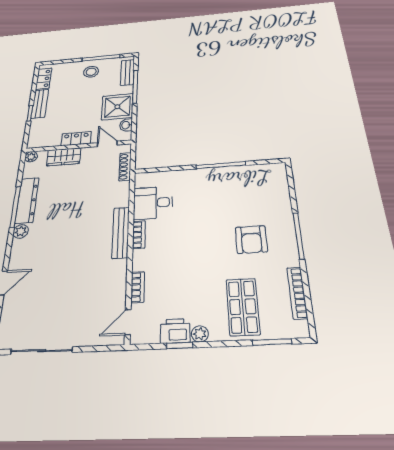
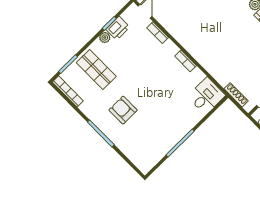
desk: (153, 203) -> (206, 96), moved
bench: (121, 232) -> (197, 53), removed
bookcase: (297, 293) -> (68, 91), moved

